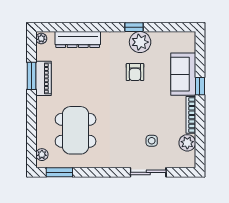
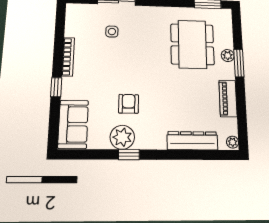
sofa: (183, 74) -> (73, 124), moved
window: (31, 76) -> (239, 63), moved
plant: (187, 143) -> (74, 28), removed
plant: (42, 155) -> (228, 56), moved

